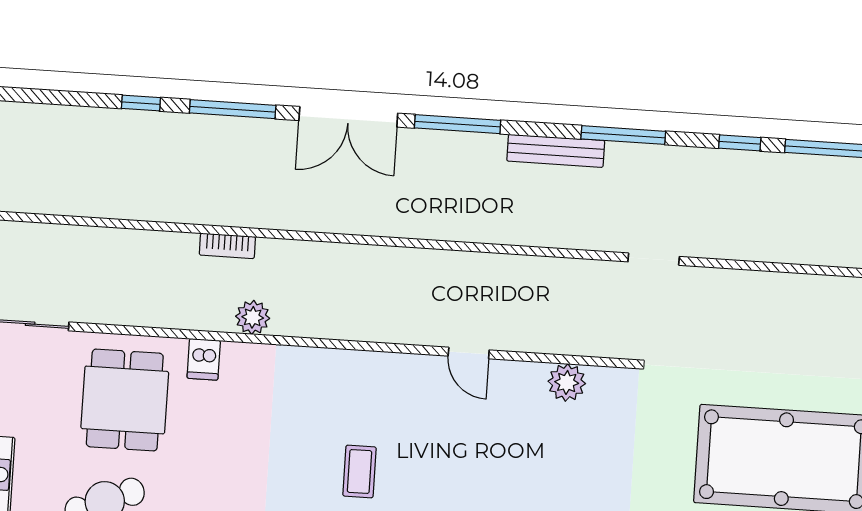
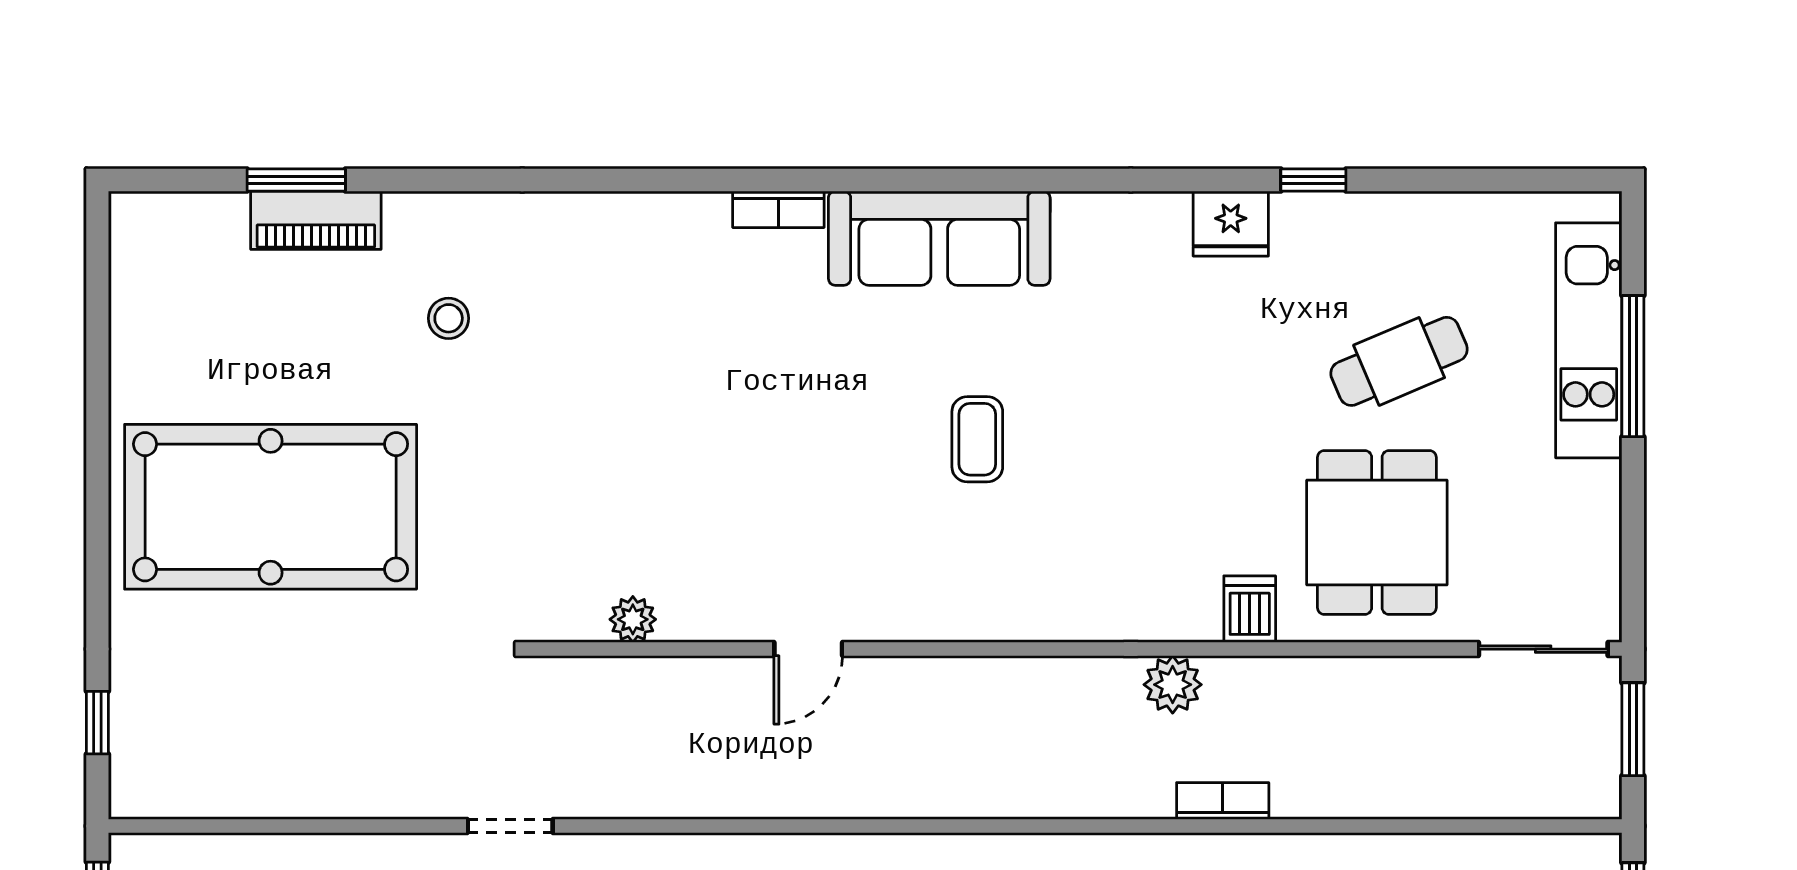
door: (469, 353) -> (808, 649), swing flipped
plant: (567, 382) -> (633, 619), width x0.73, depth x0.73

